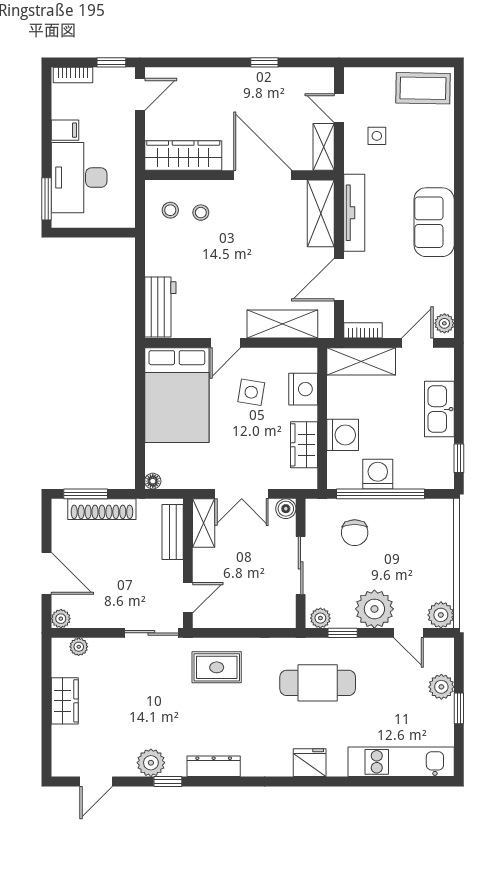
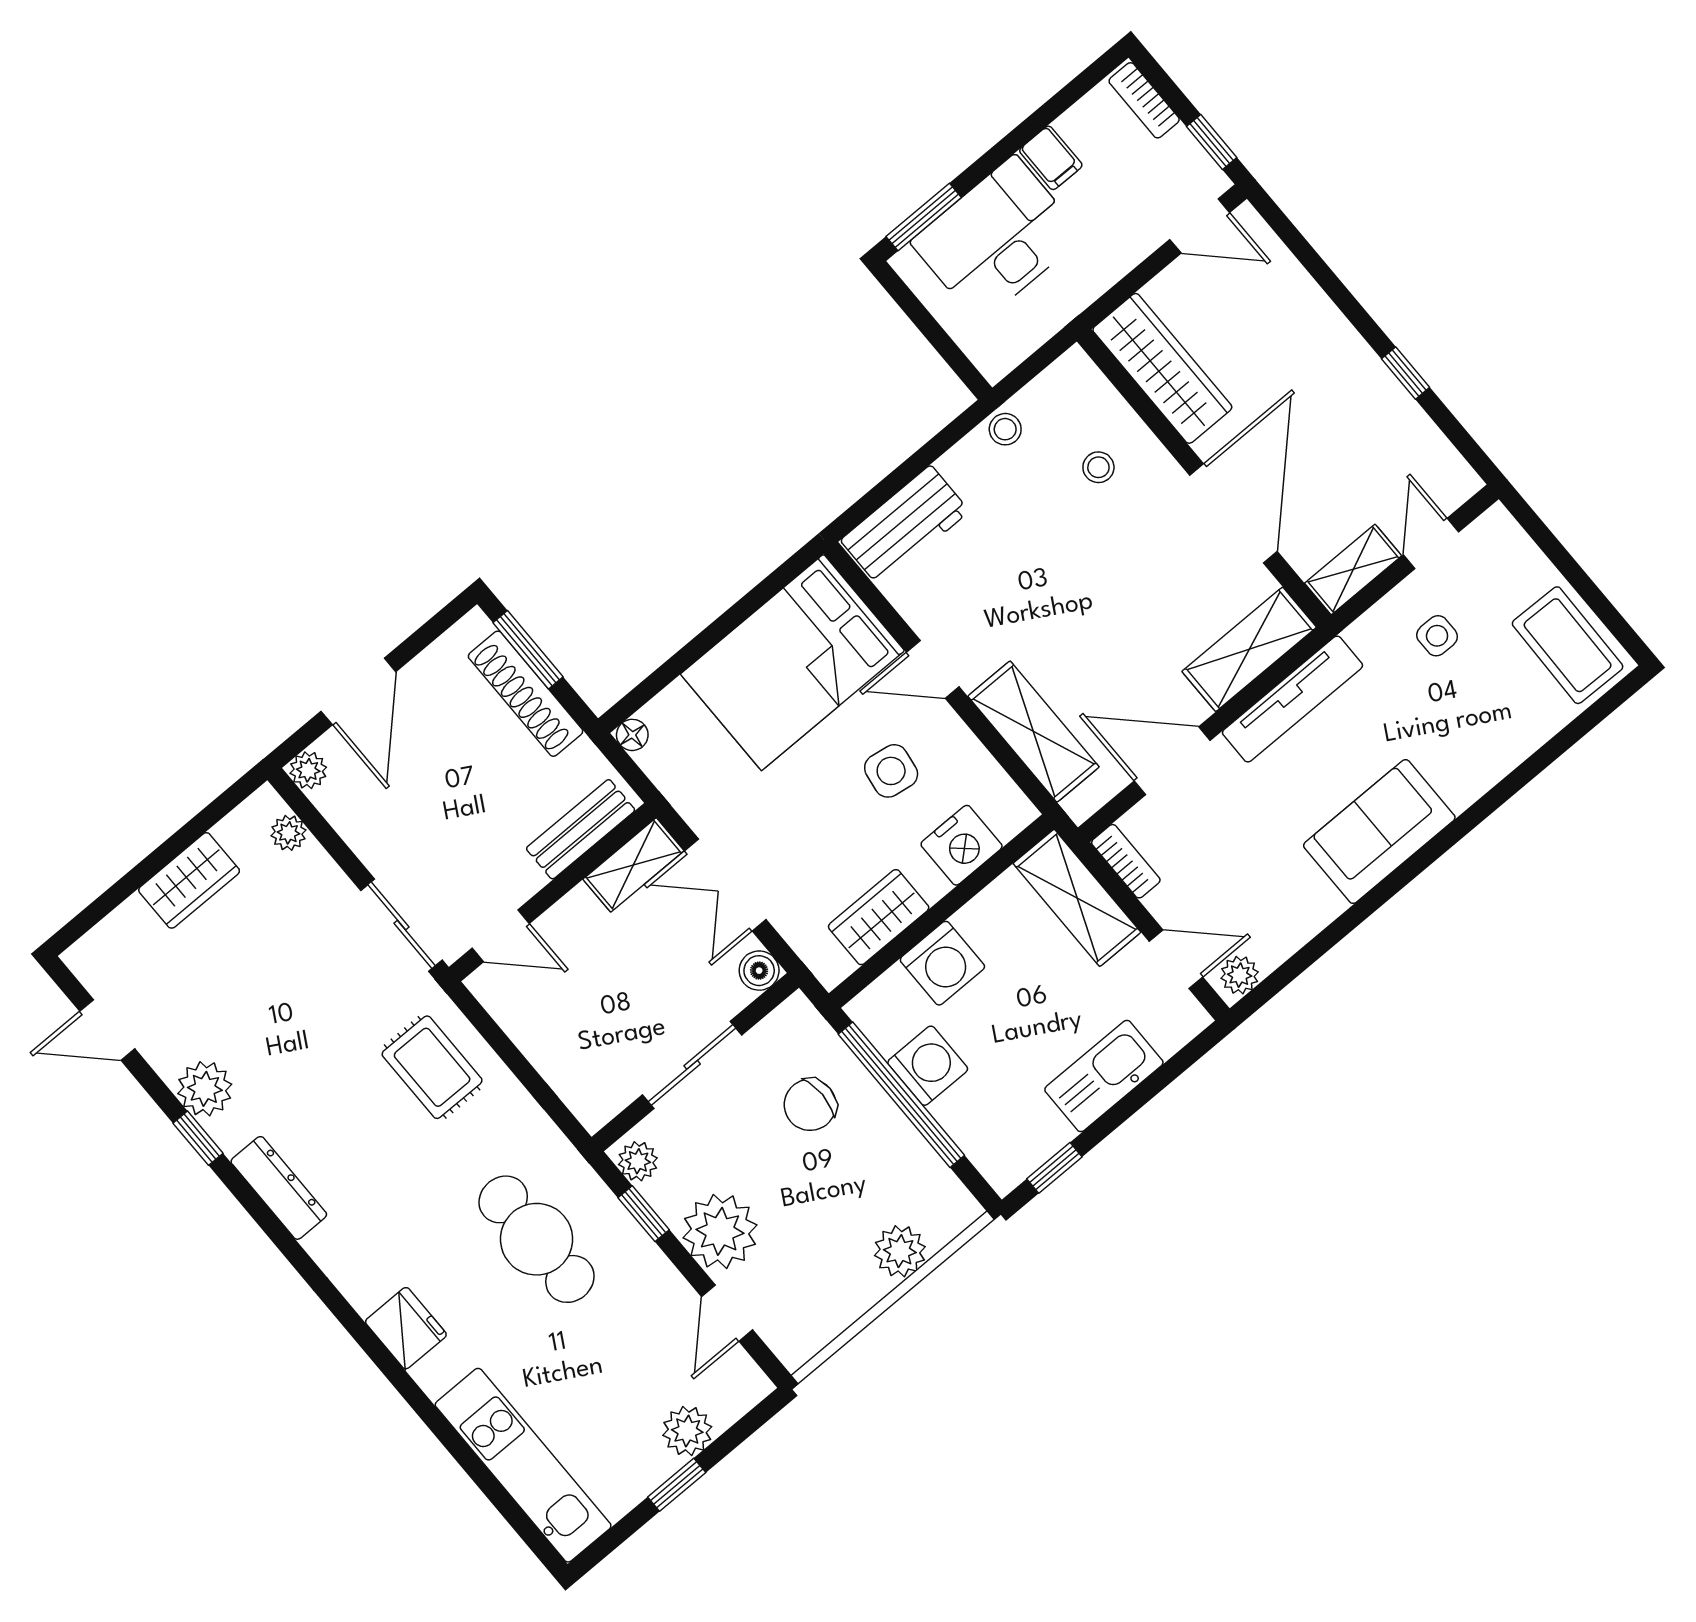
stool: (170, 210) -> (1005, 429), moved
plant: (441, 615) -> (900, 1251), moved

